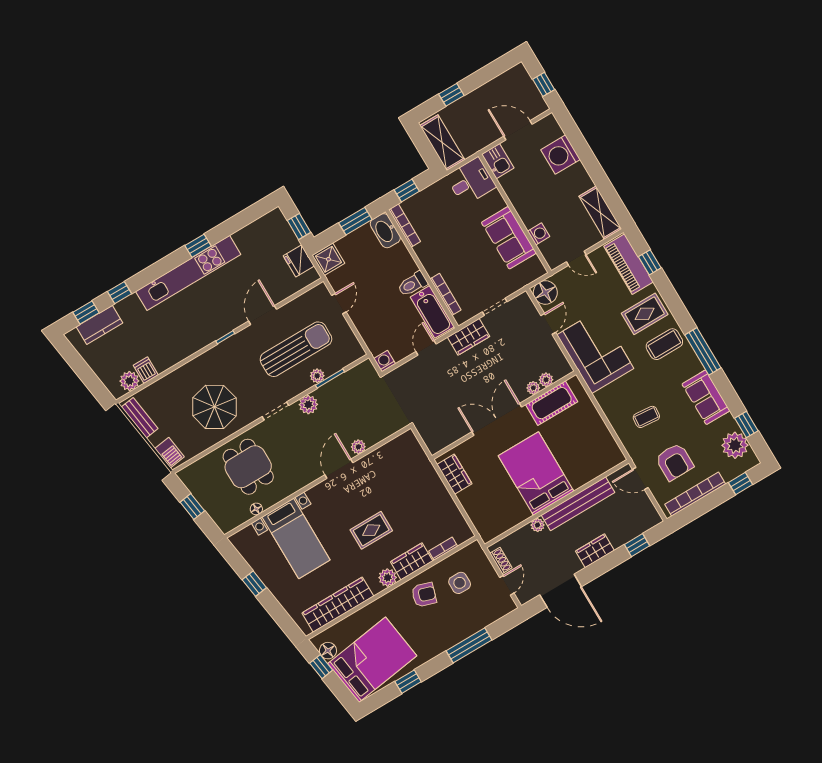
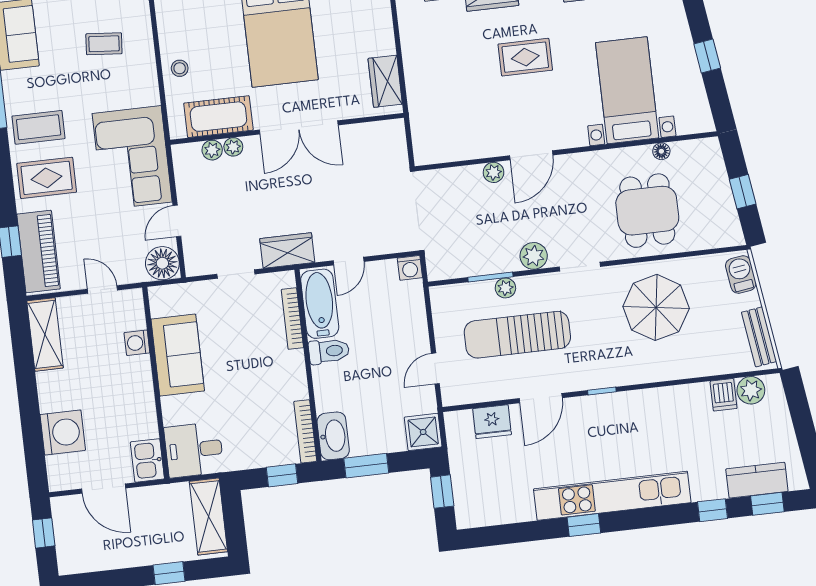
fridge: (299, 261) -> (492, 422), moved, turned 90
stool: (591, 423) -> (180, 68), added

